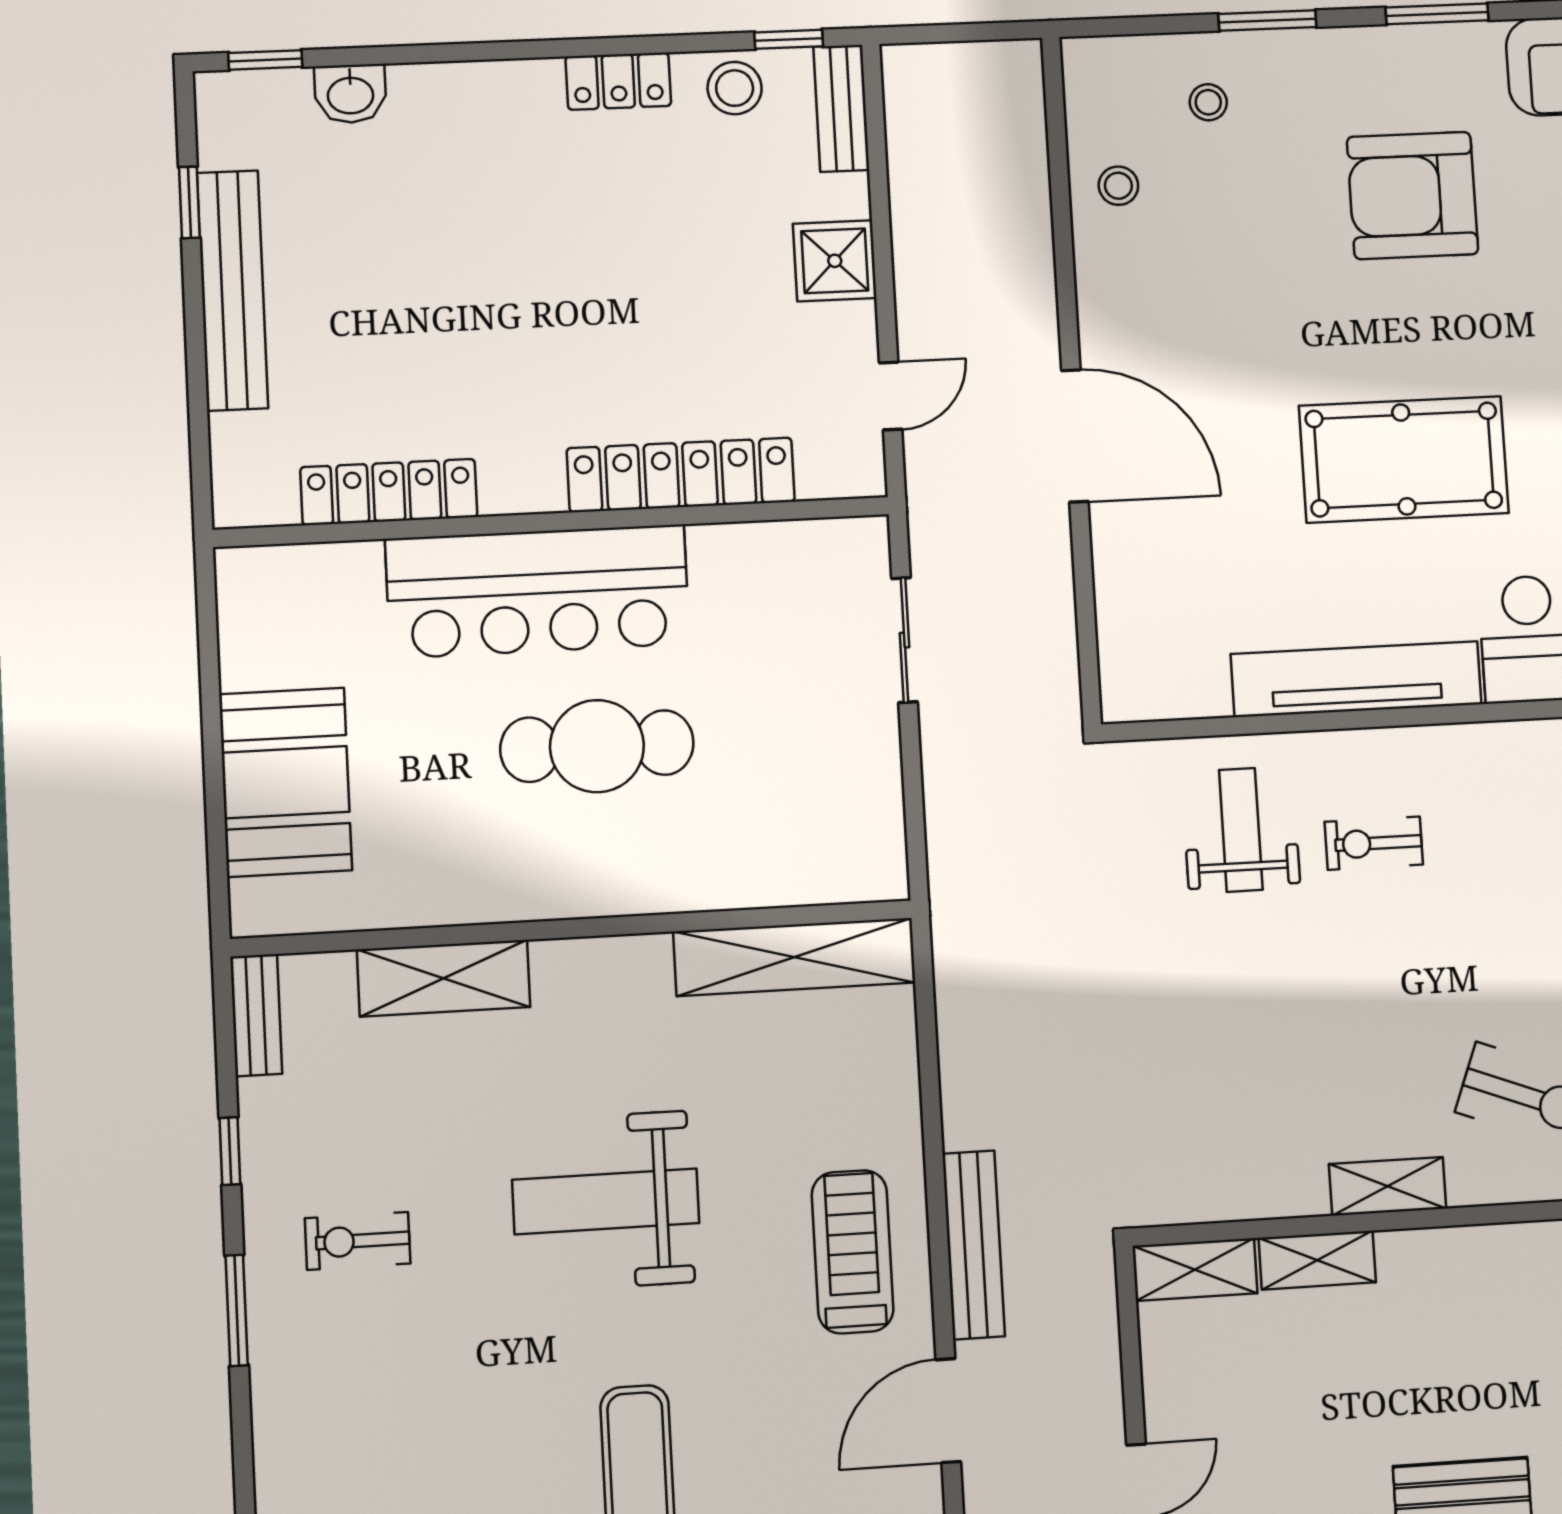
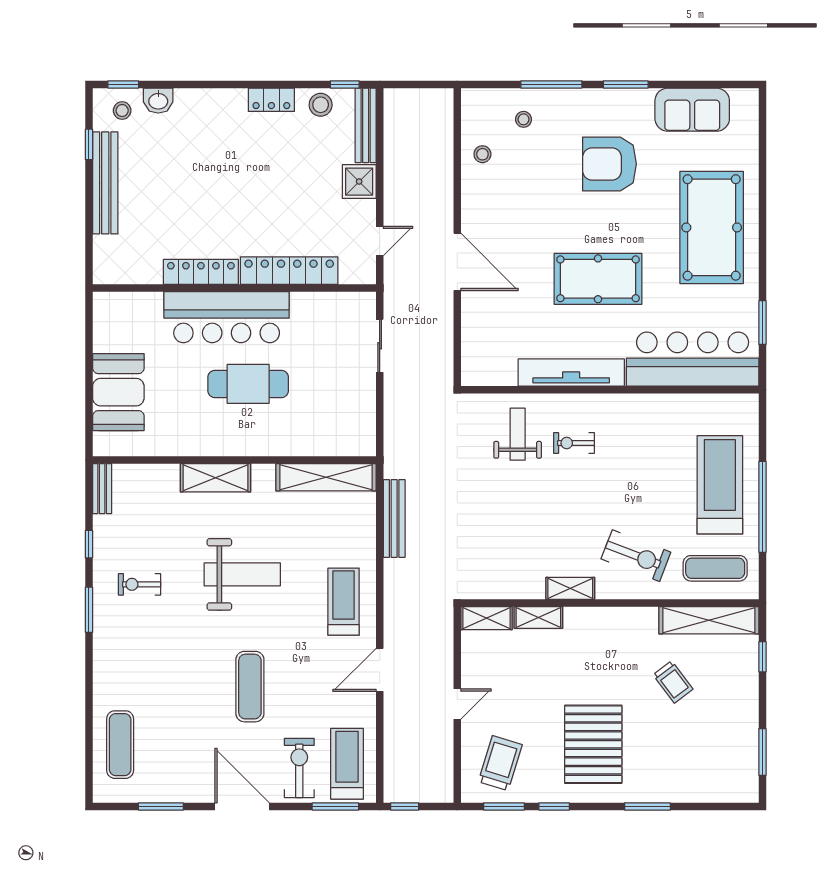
window: (1267, 21) -> (551, 84), width x1.44
bench: (841, 108) -> (366, 125), width x1.36
stool: (265, 120) -> (122, 111), added
locker: (389, 492) -> (201, 272), moved
shelving: (444, 978) -> (216, 478), moved
weight bench: (606, 1201) -> (242, 574), turned 180
bench: (974, 1245) -> (394, 518), moved

